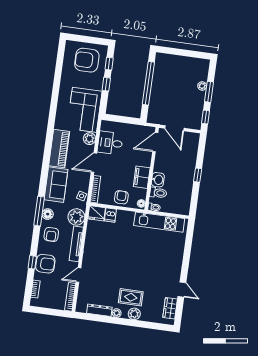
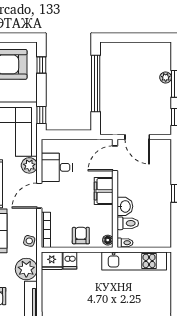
window: (106, 84) -> (41, 115), moved
filing cabinet: (142, 177) -> (104, 191), moved

